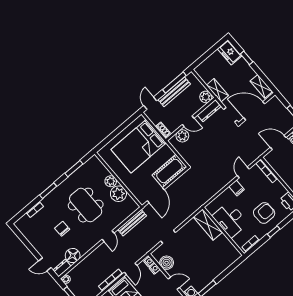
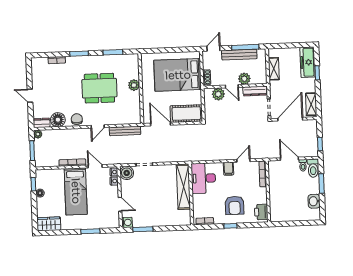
freezer: (230, 52) -> (308, 62), width x1.40
shelving: (217, 90) -> (274, 69), moved
plant: (206, 97) -> (244, 79), moved
door: (254, 111) -> (290, 119), hinge flipped
plant: (118, 194) -> (132, 100), removed
door: (156, 195) -> (161, 124), swing flipped
dining table: (86, 205) -> (99, 88), turned 90
armchair: (264, 213) -> (235, 205), turned 91
desk: (230, 220) -> (203, 178), moved
shelving: (208, 225) -> (183, 187), width x1.47
chair: (62, 229) -> (77, 119), moved
boiler: (167, 263) -> (127, 173), moved
door: (45, 264) -> (30, 96), moved
door: (131, 269) -> (95, 166), swing flipped

